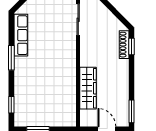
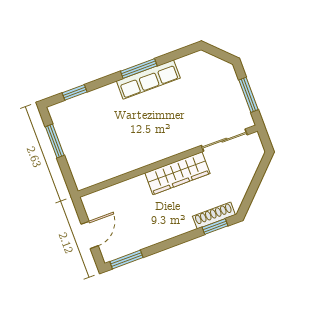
row of seats: (21, 35) -> (148, 80), moved
wardrobe: (88, 88) -> (177, 173), moved

